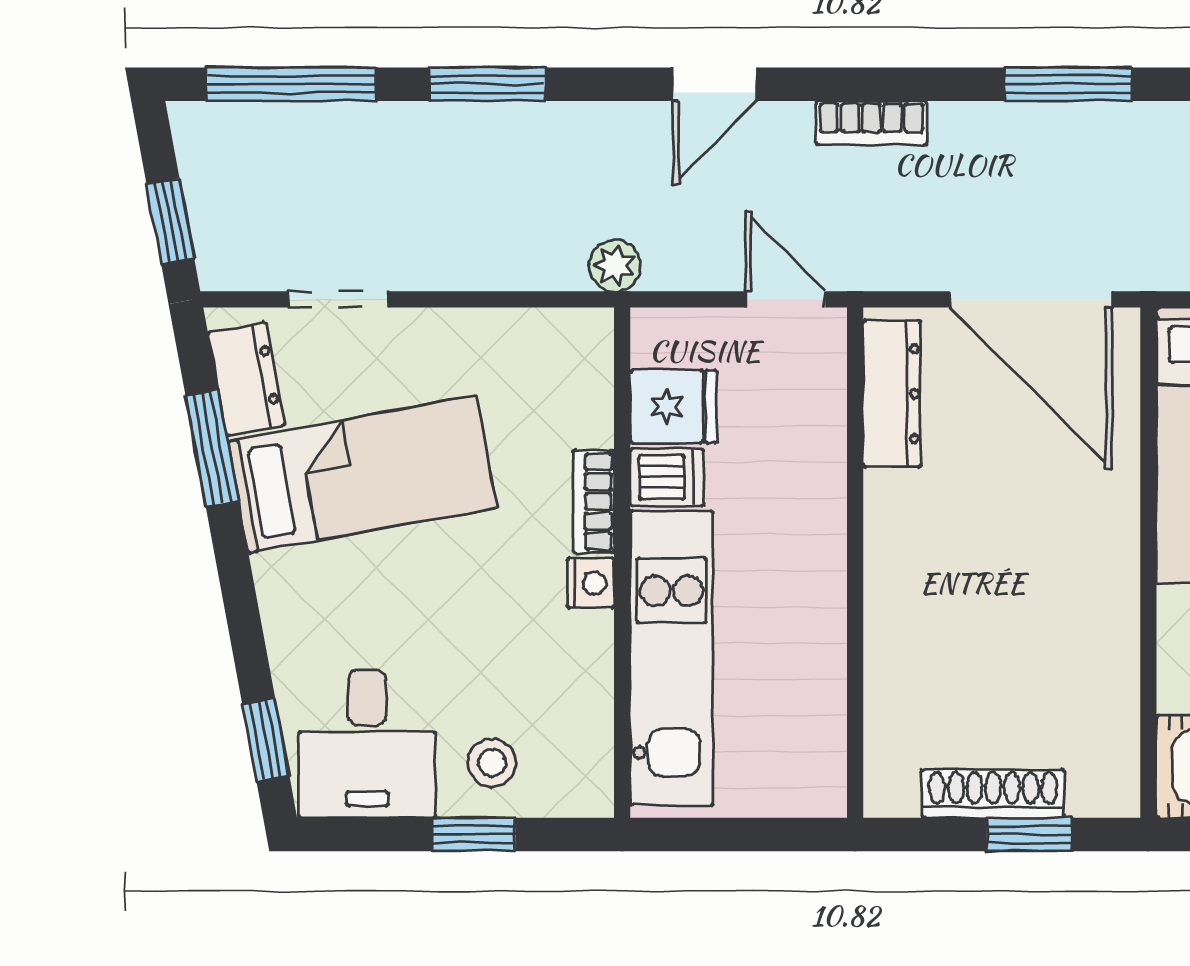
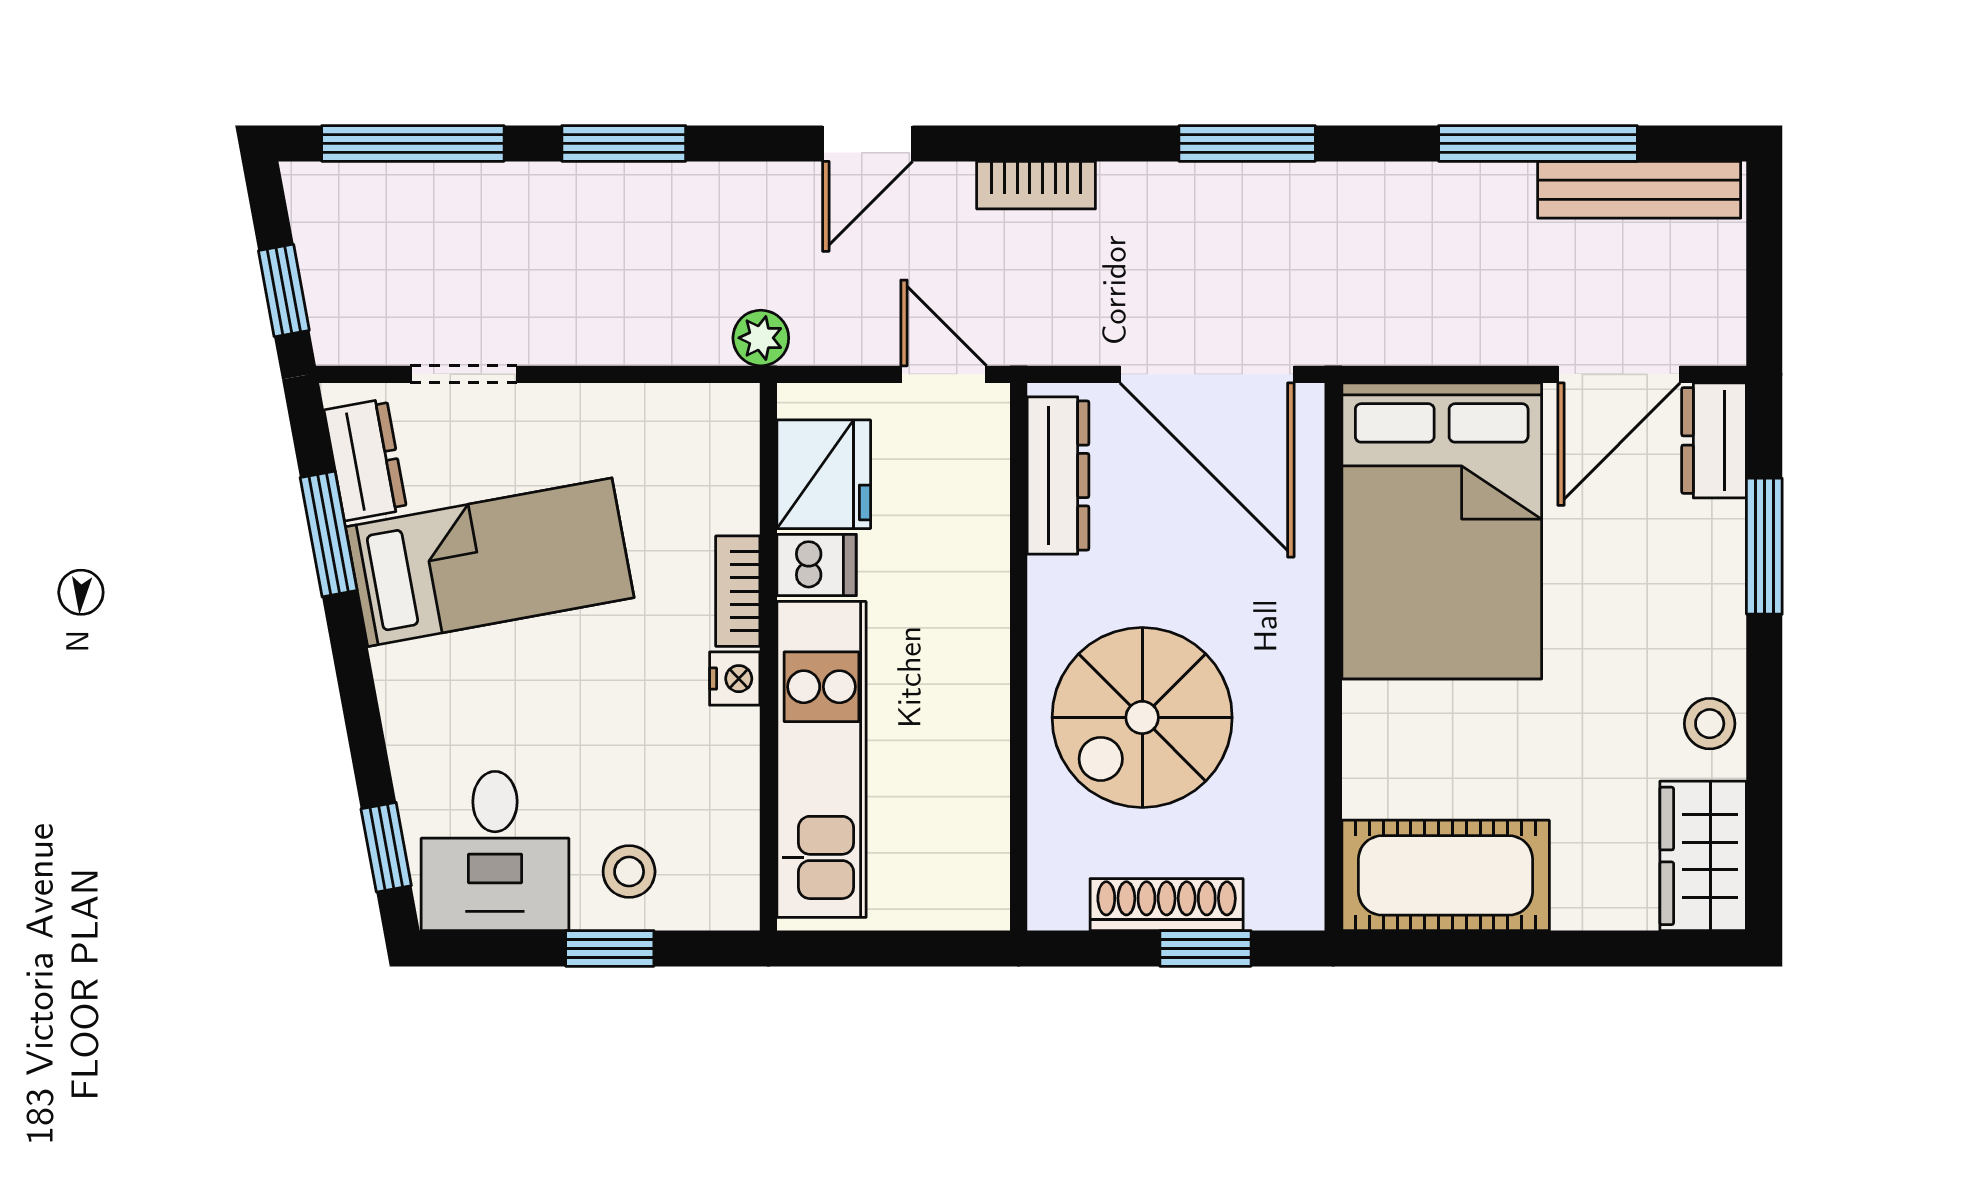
fridge: (674, 407) -> (824, 474), width x1.38
spiral stairs: (970, 619) -> (1142, 717), added

